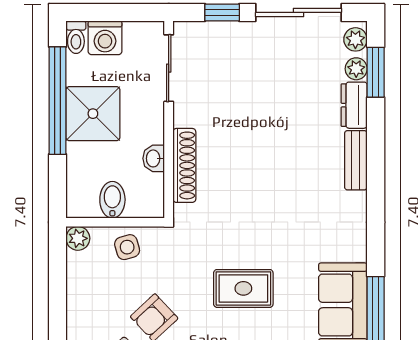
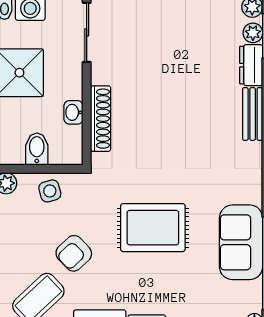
rug: (243, 288) -> (153, 228), width x1.36, depth x1.43

